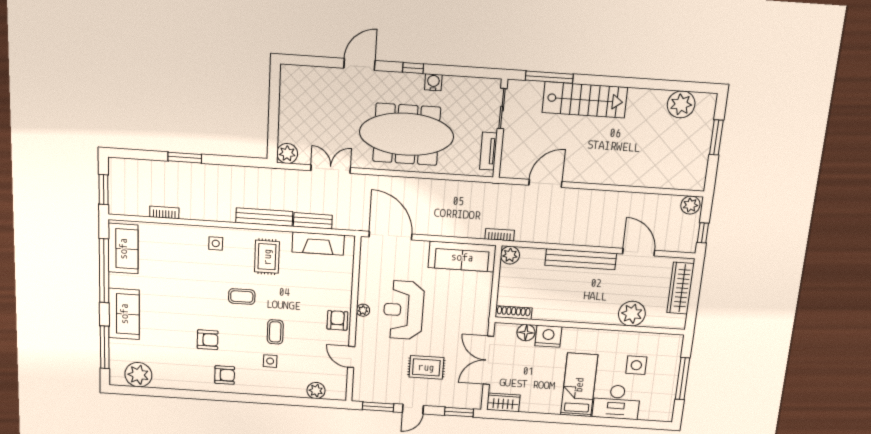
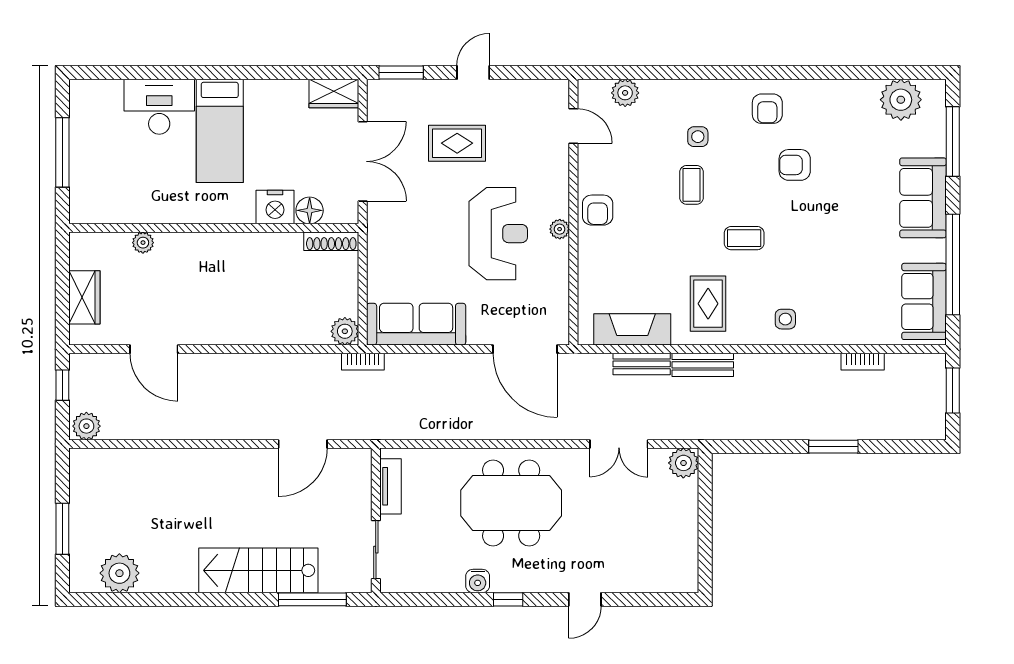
door: (359, 64) -> (585, 599), width x0.73
meeting table: (407, 134) -> (511, 503), width x0.73
bench: (264, 217) -> (703, 365), width x0.73
bench: (581, 259) -> (239, 332), removed
wardrobe: (680, 288) -> (84, 297), width x0.67
plant: (632, 314) -> (143, 243), width x0.53, depth x0.53
door: (351, 357) -> (573, 126), moved
side table: (636, 365) -> (136, 169), removed
armchair: (225, 375) -> (767, 109), turned -90
window: (378, 407) -> (528, 73), removed

